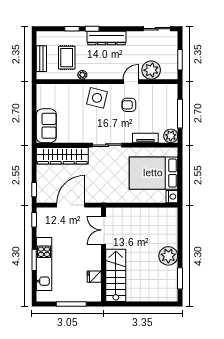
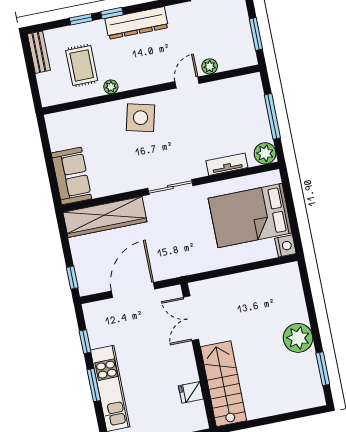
bench: (41, 59) -> (39, 52), moved
plant: (151, 70) -> (210, 66), width x0.53, depth x0.53
armchair: (129, 105) -> (191, 119), removed
window: (34, 220) -> (85, 342), moved

